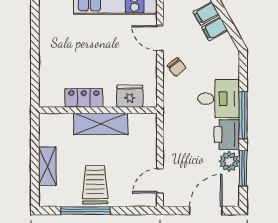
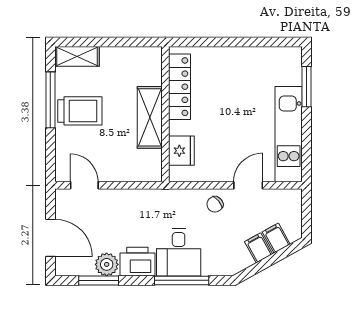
locker: (84, 98) -> (179, 87), width x1.53
window: (243, 115) -> (182, 280), moved
shelving: (47, 166) -> (77, 56), moved

